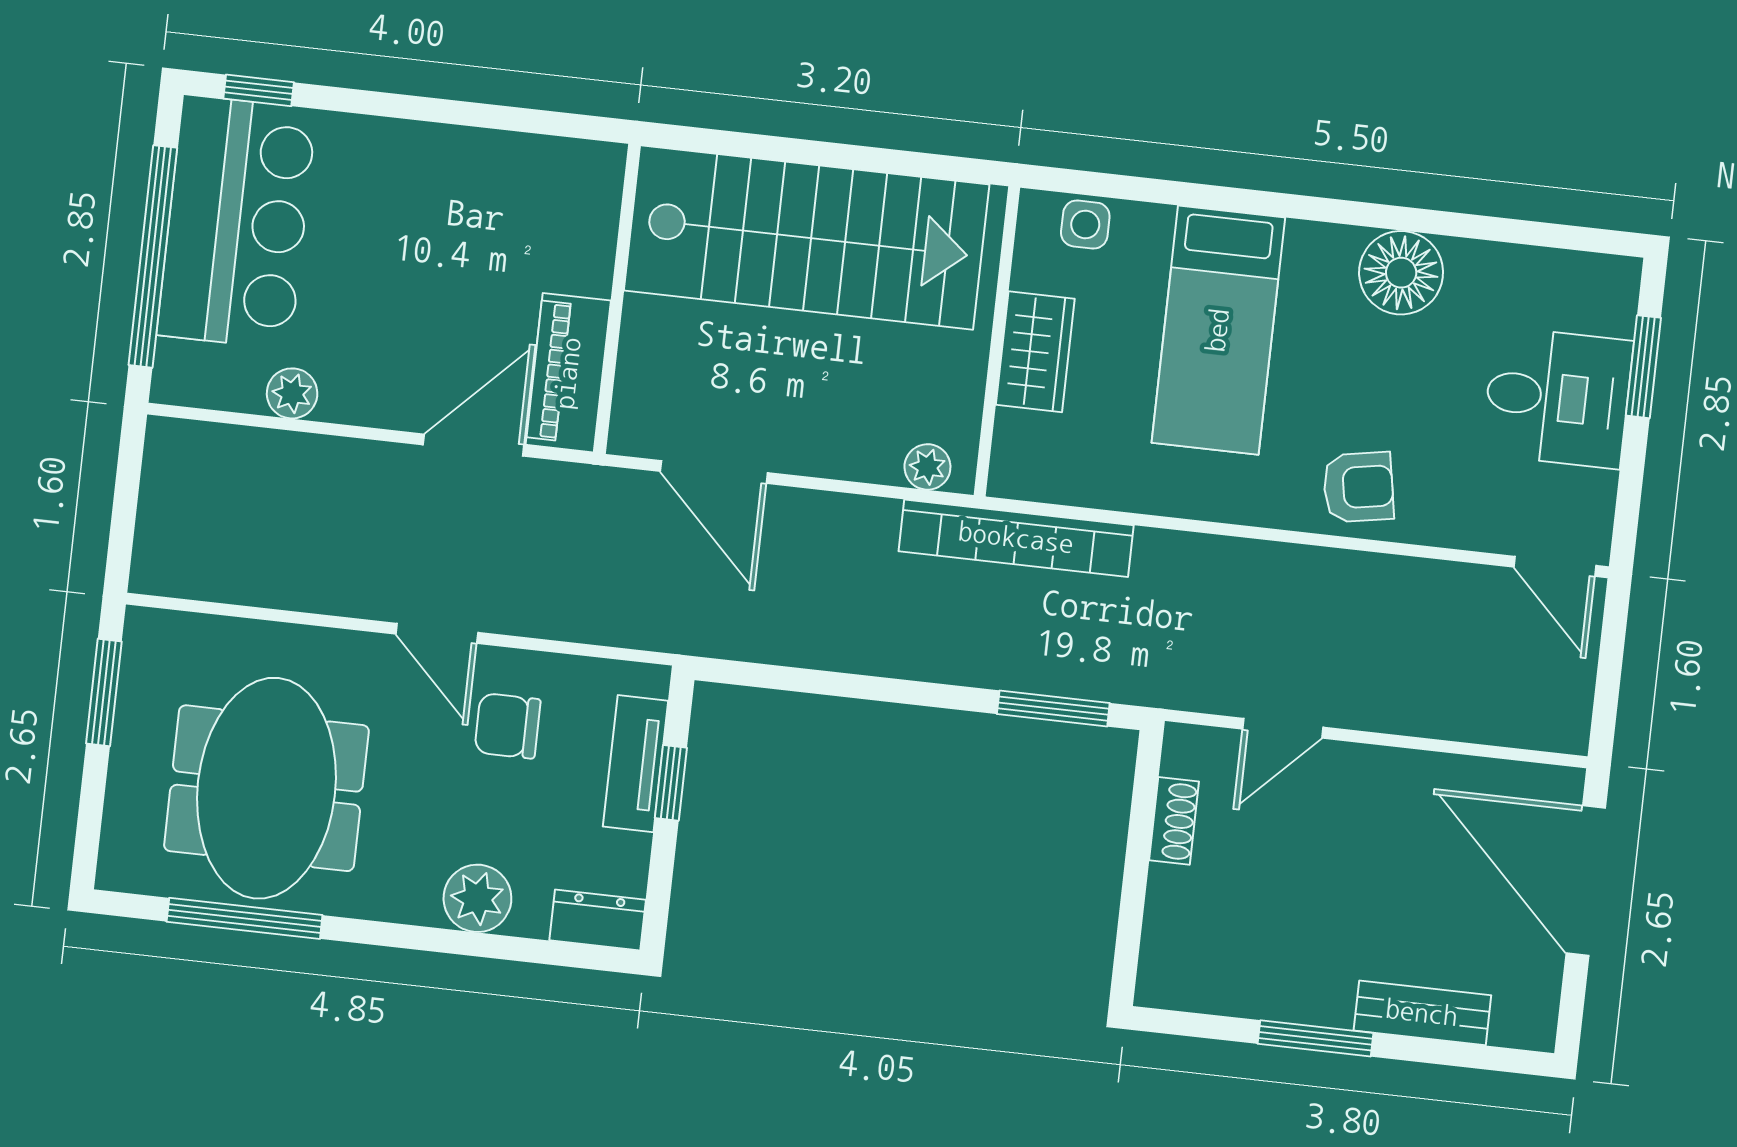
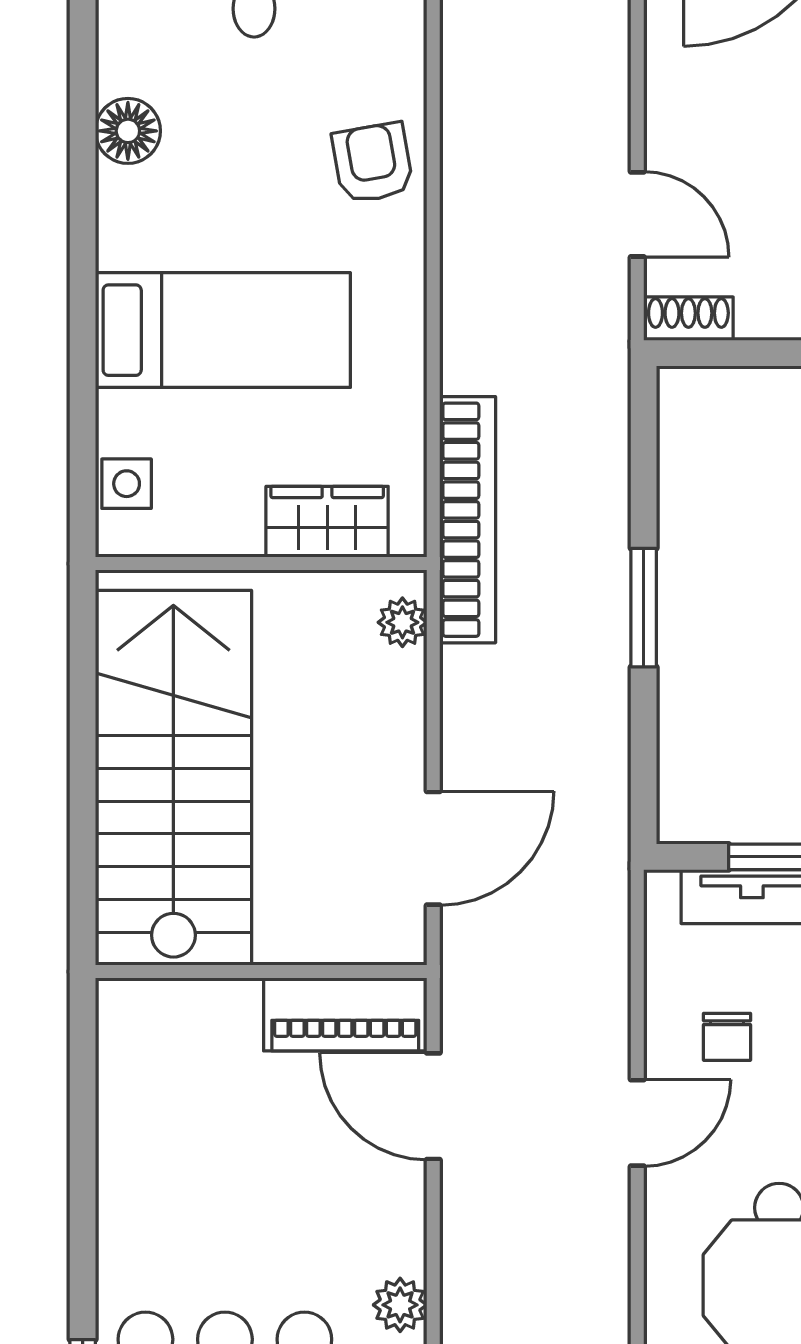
floor lamp: (1401, 273) -> (128, 131), width x0.73, depth x0.73
wardrobe: (1035, 352) -> (327, 522), moved
window: (1053, 708) -> (644, 608), moved
chair: (508, 726) -> (727, 1037), width x0.73, depth x0.73
shoe rack: (1174, 821) -> (688, 319), moved

